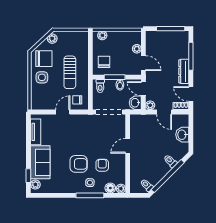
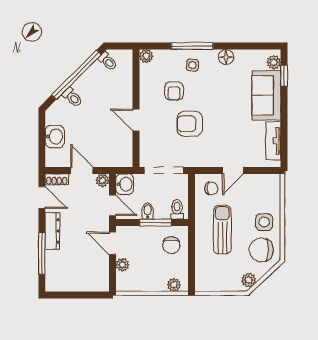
window: (171, 29) -> (72, 295), removed
door: (128, 146) -> (136, 120), swing flipped
armchair: (79, 164) -> (190, 124), moved
floor lamp: (110, 188) -> (226, 57), moved

